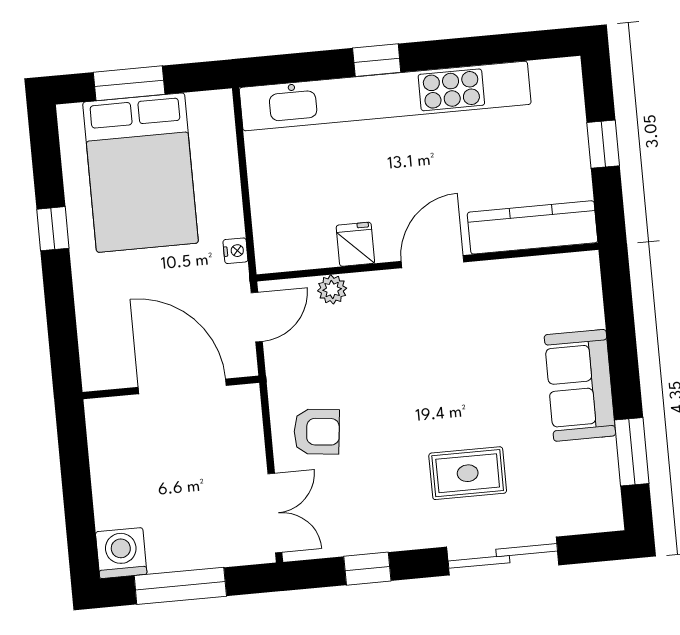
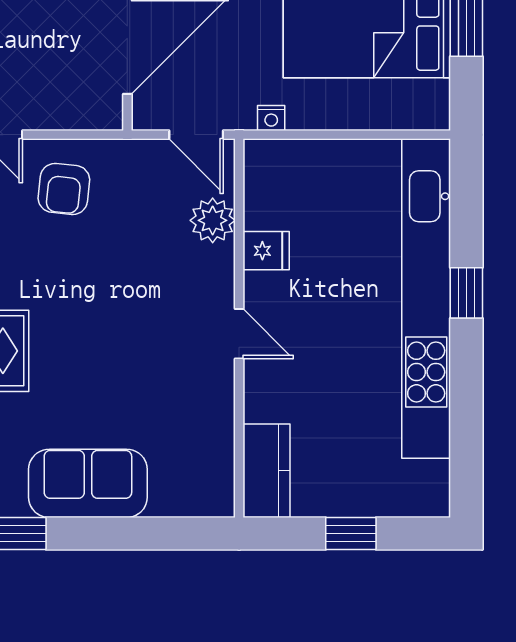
kitchen counter: (533, 227) -> (266, 471), width x0.67
door: (433, 262) -> (239, 334), width x0.73
plant: (332, 289) -> (213, 220), width x1.38, depth x1.38

